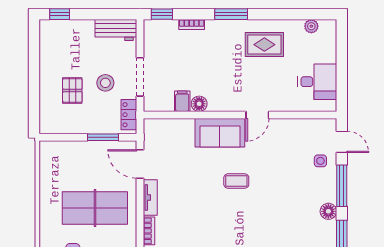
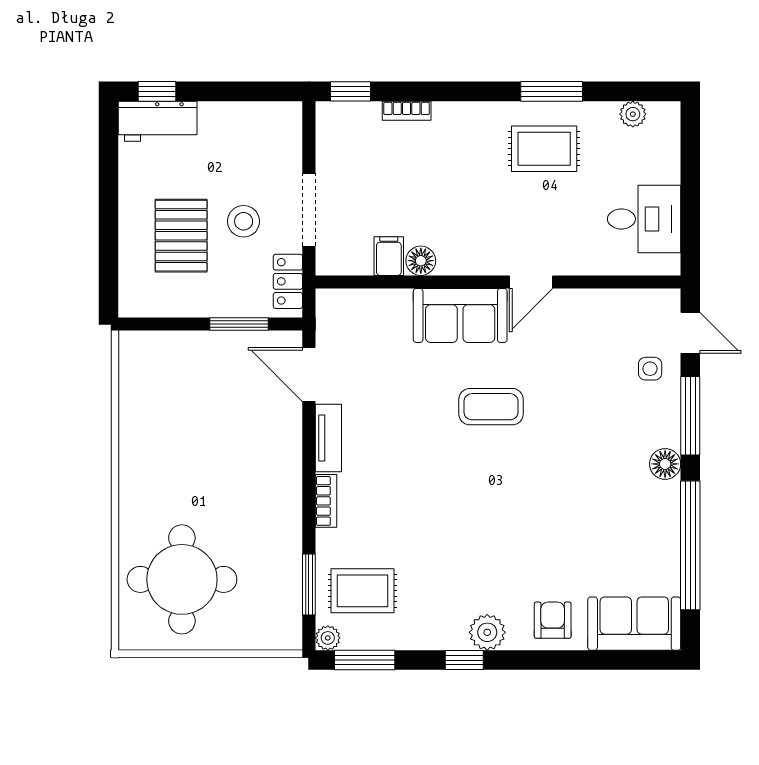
window: (231, 14) -> (552, 91), moved
workbench: (116, 30) -> (158, 121), moved
pallet: (72, 90) -> (181, 236), width x1.50, depth x1.42
coffee table: (236, 181) -> (491, 407), width x1.36, depth x1.30
table tennis table: (95, 208) -> (224, 458), removed

